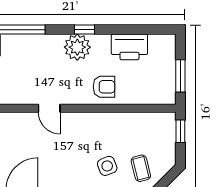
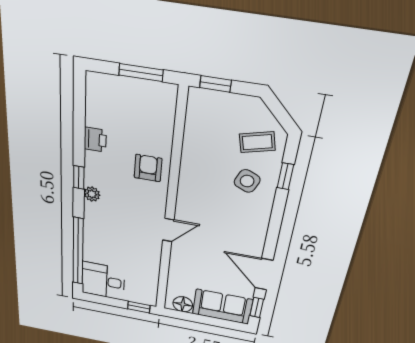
plant: (77, 47) -> (92, 194), width x0.53, depth x0.53
printer: (129, 47) -> (95, 140), width x0.53, depth x0.68
side table: (107, 166) -> (247, 181), turned 45

